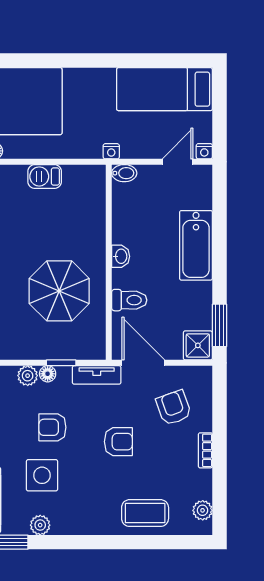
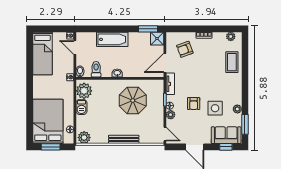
plant: (81, 182) -> (84, 91), added
toilet: (129, 300) -> (96, 69), moved
armchair: (118, 442) -> (200, 74), removed

